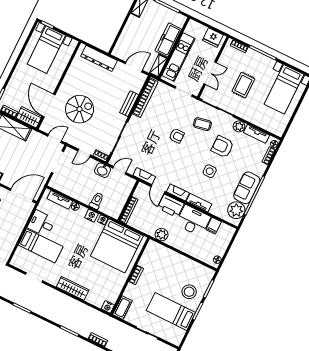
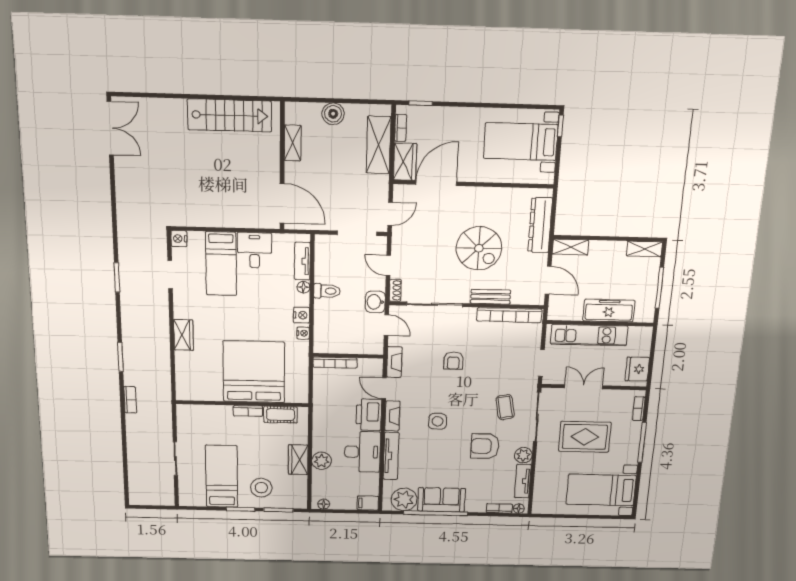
shelving: (158, 66) -> (570, 247), moved
double door: (210, 73) -> (583, 387), swing flipped
rug: (243, 85) -> (585, 437), width x1.36, depth x1.43
spiral stairs: (80, 109) -> (479, 248), moved
armchair: (177, 136) -> (453, 361), moved
door: (55, 139) -> (390, 214), hinge flipped
armchair: (223, 147) -> (485, 446), turned -90
side table: (210, 171) -> (438, 421), moved
door: (158, 189) -> (384, 388), hinge flipped
toilet: (97, 201) -> (327, 291), moved
tv unit: (199, 203) -> (391, 456), width x1.41
filing cabinet: (214, 226) -> (368, 503), moved
plant: (162, 235) -> (322, 461), moved
bed: (117, 246) -> (254, 372), moved, turned 90
wardrobe: (181, 261) -> (298, 460), added
wardrobe: (73, 288) -> (183, 335), width x0.67
nightstand: (108, 307) -> (179, 239), moved
cot: (123, 308) -> (280, 415), moved

